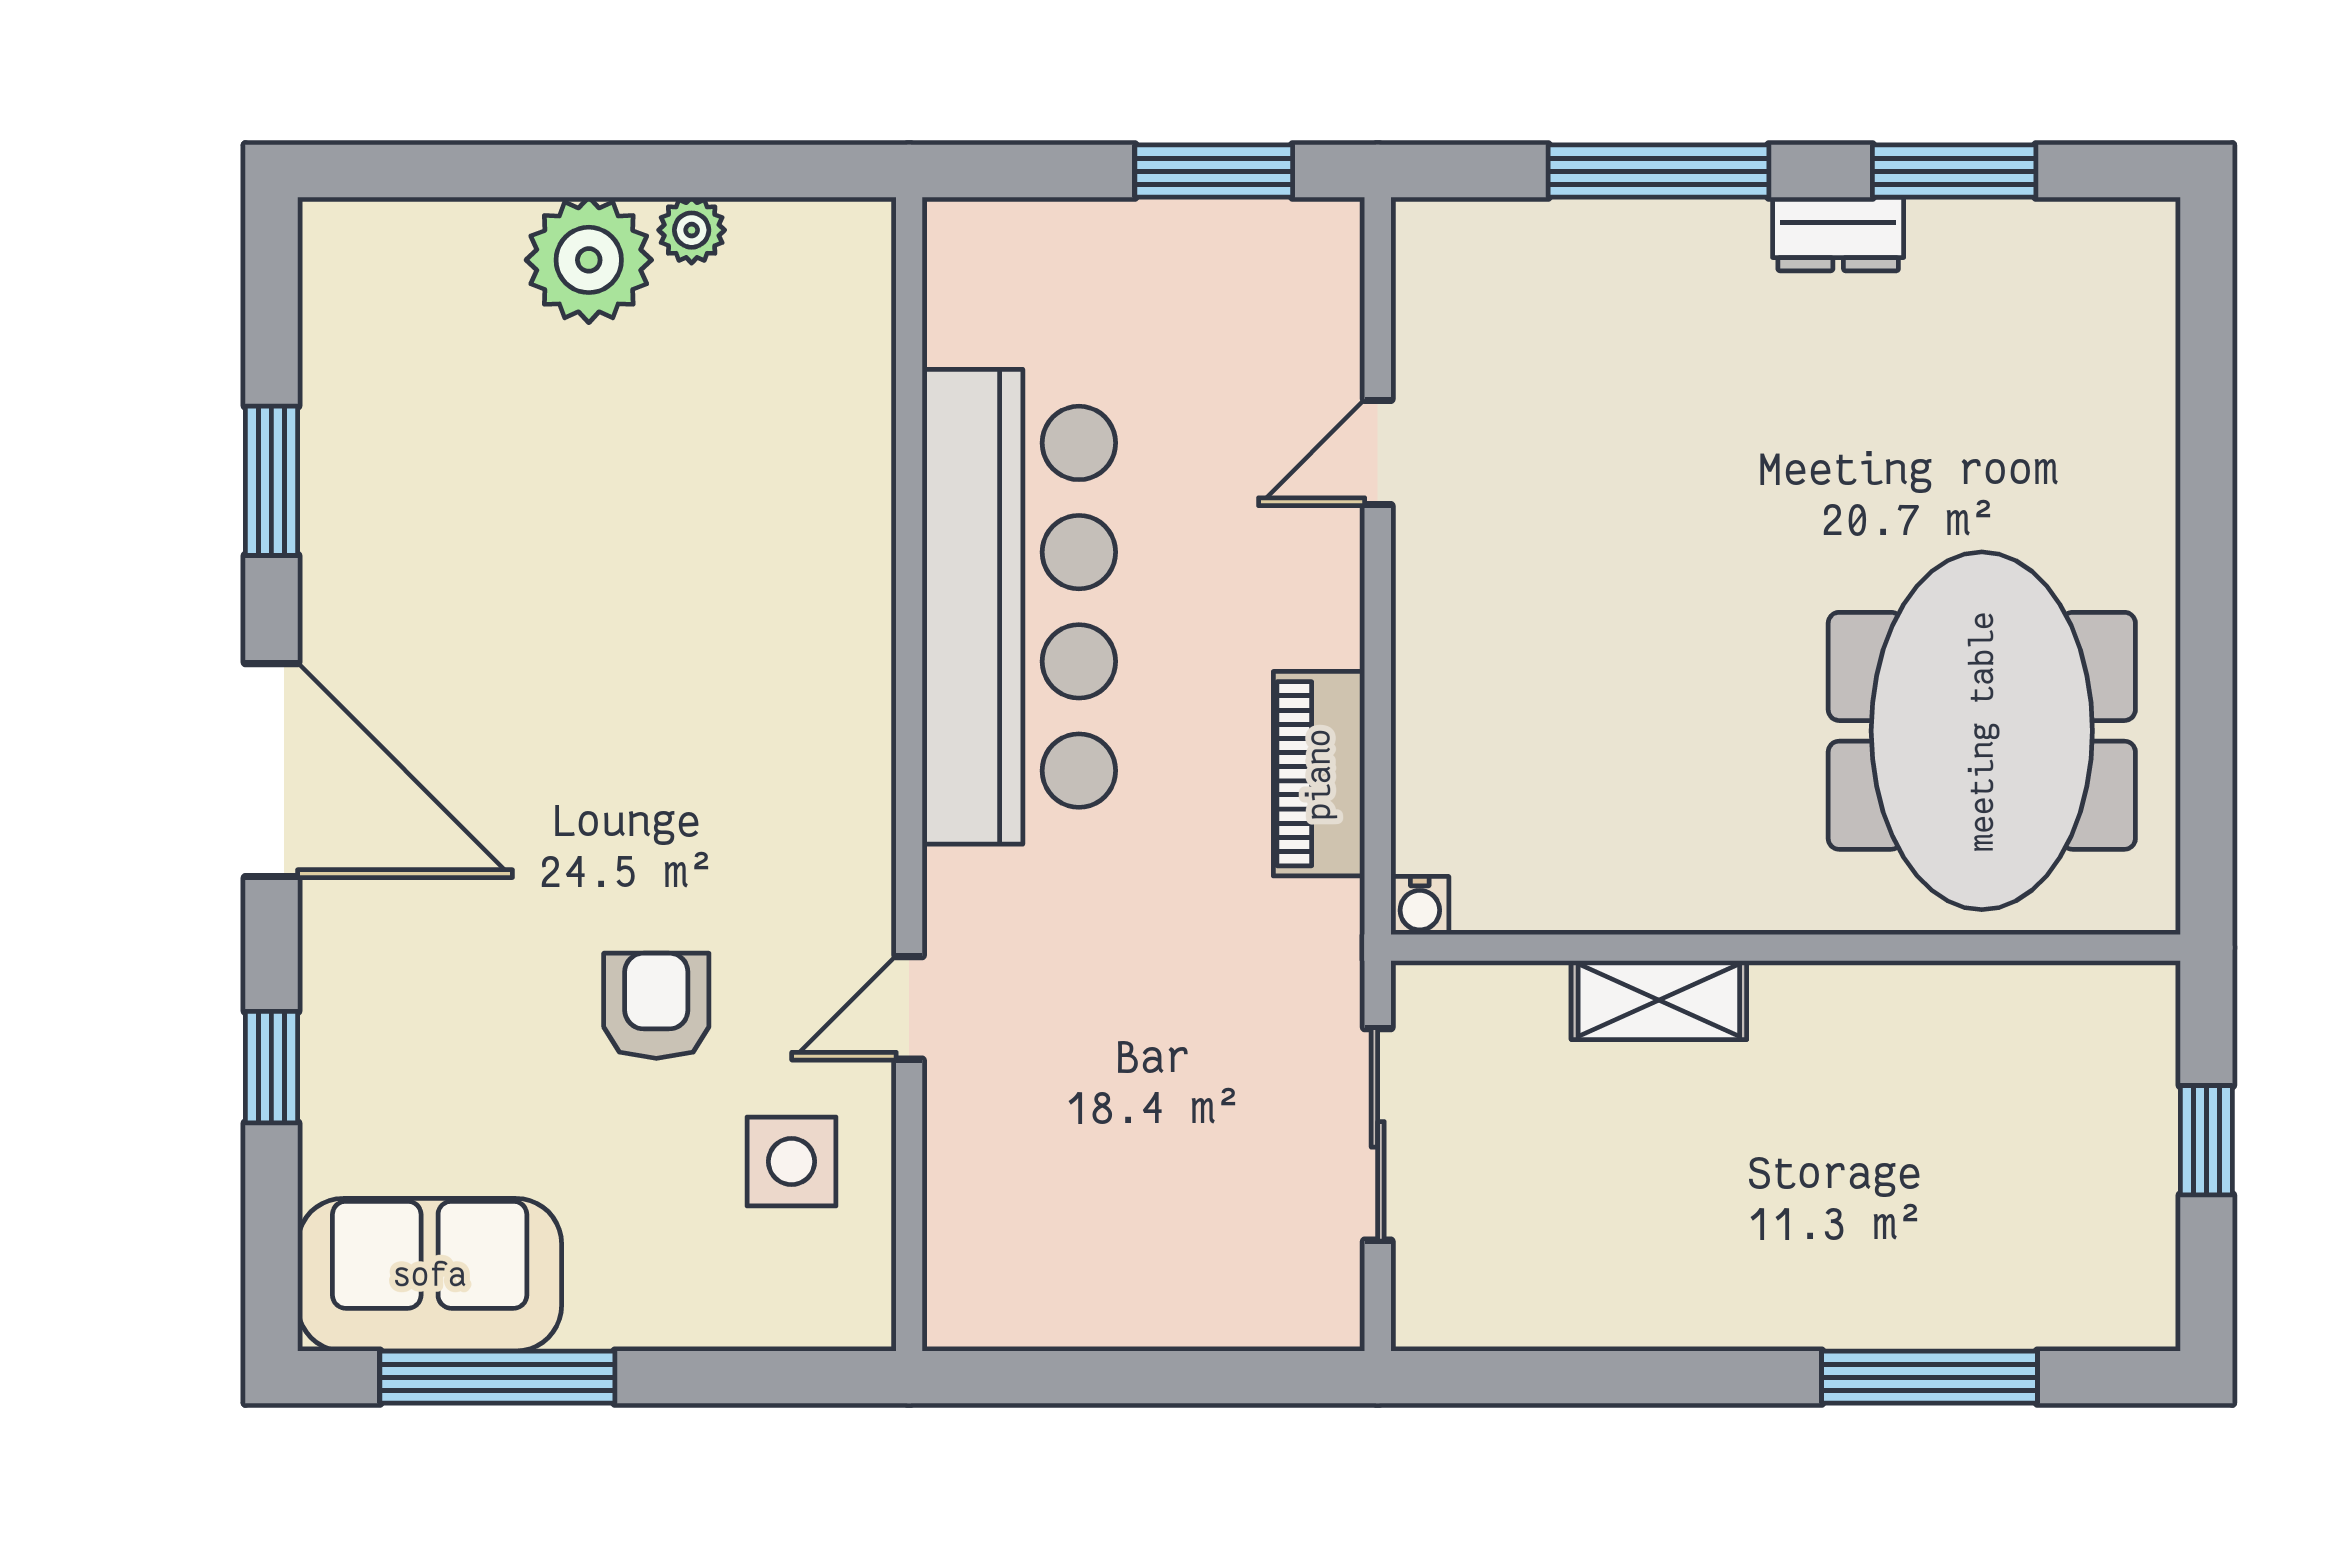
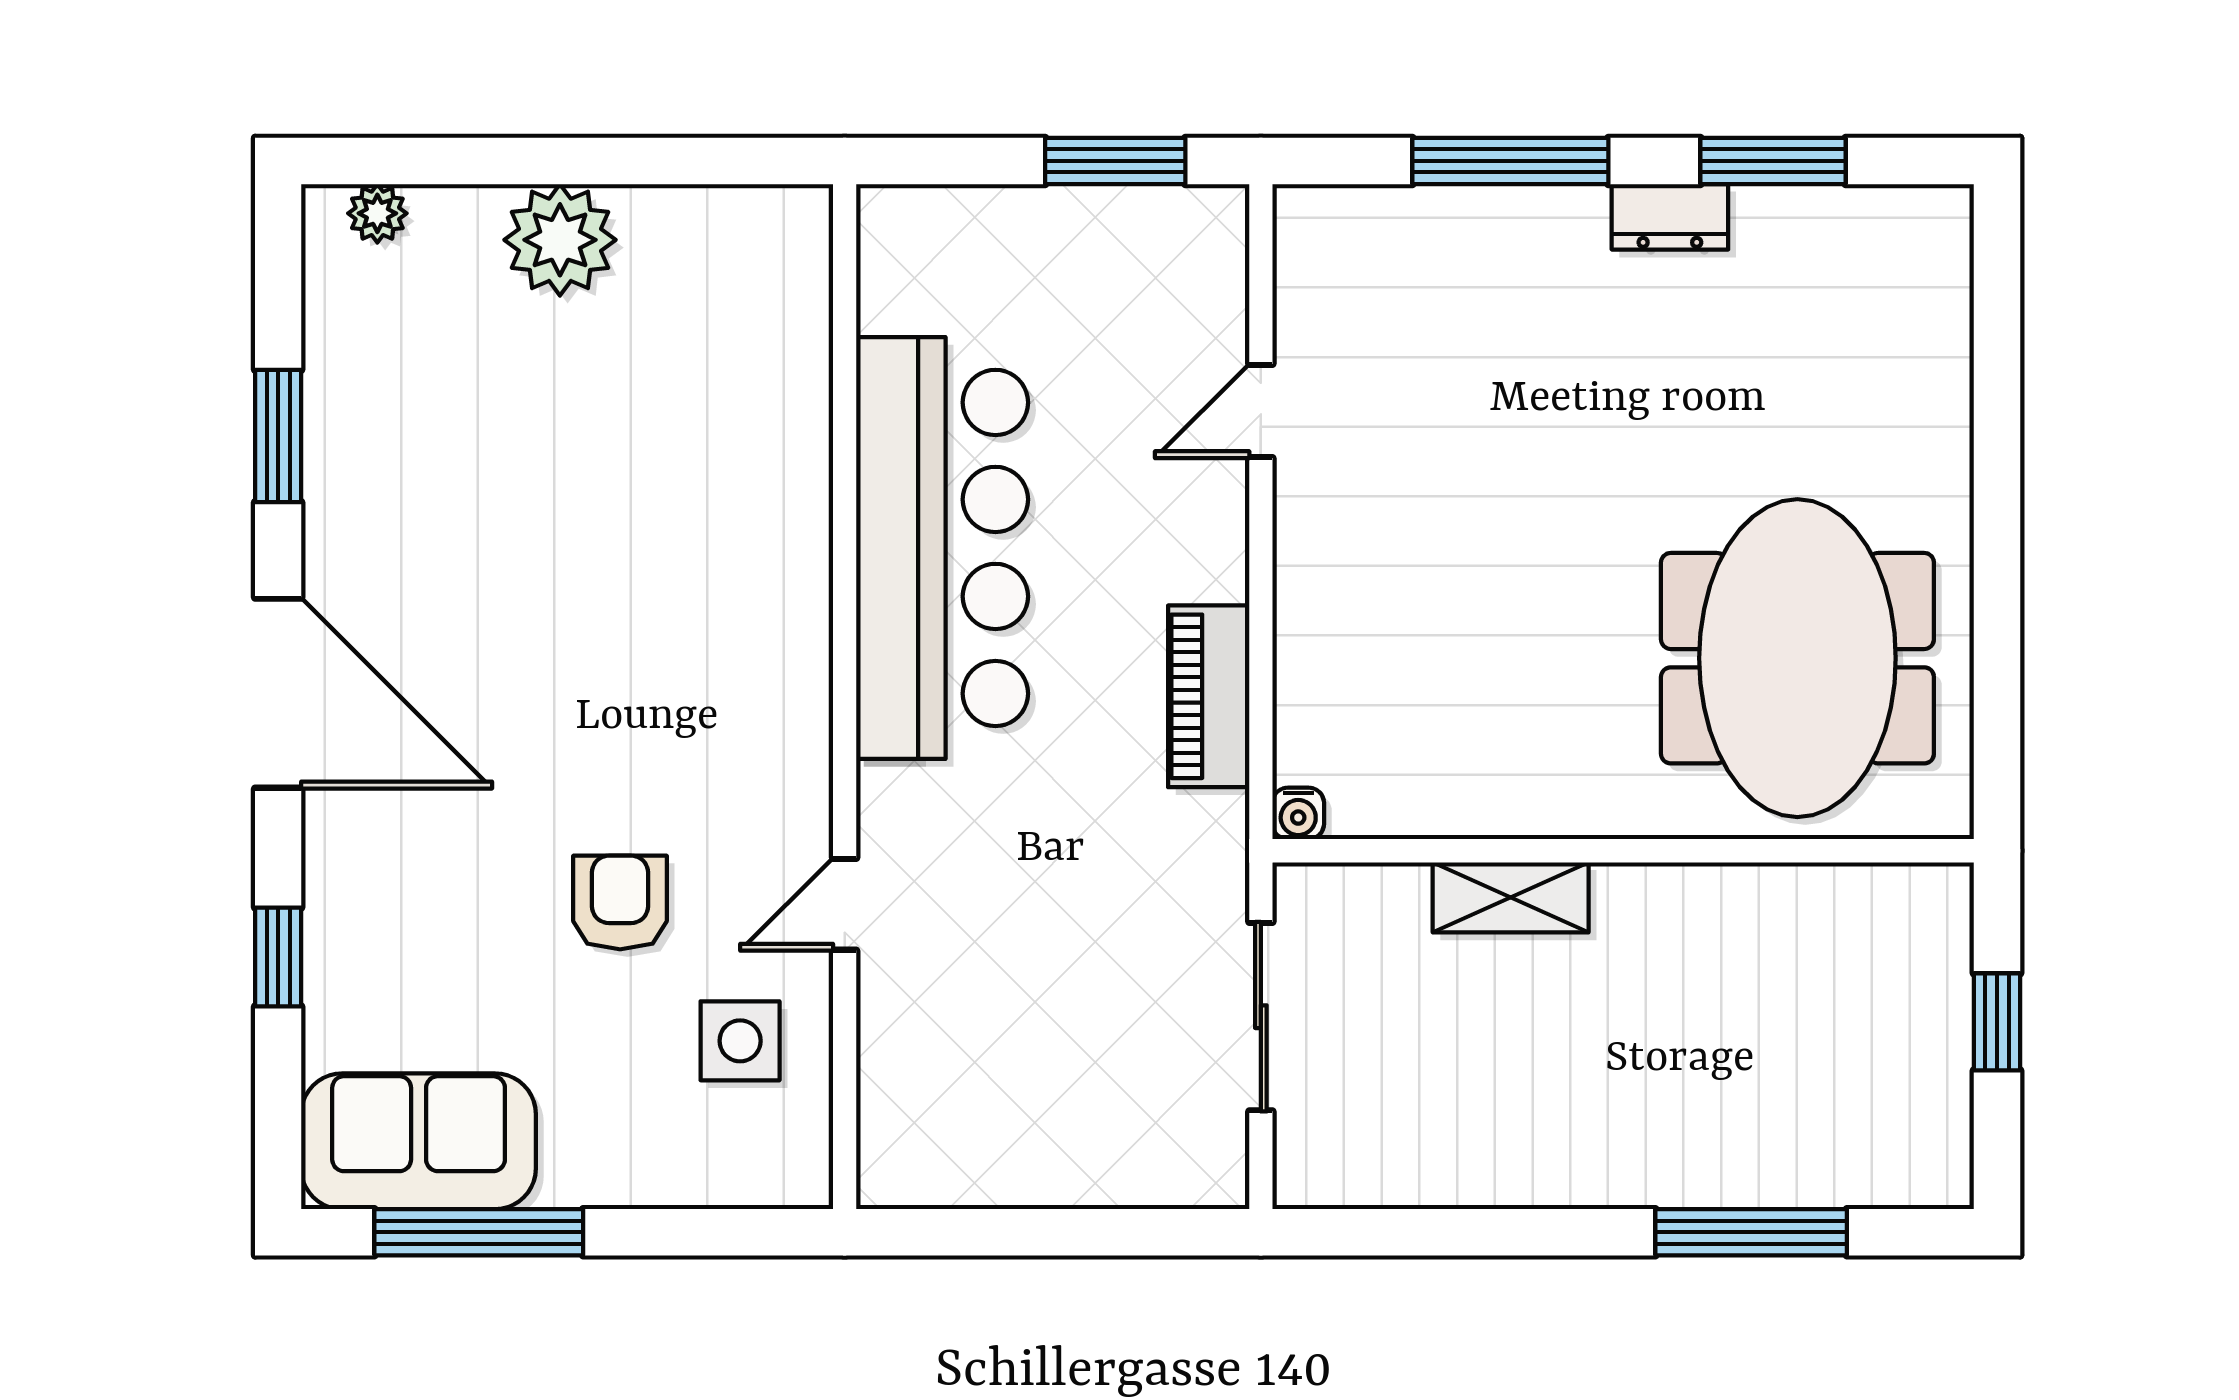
plant: (692, 230) -> (377, 213), moved

